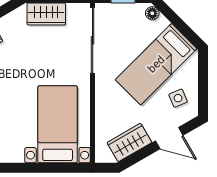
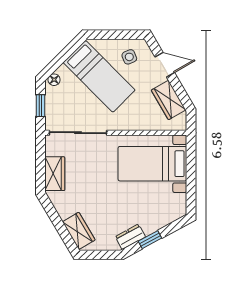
door: (169, 138) -> (165, 65), hinge flipped

